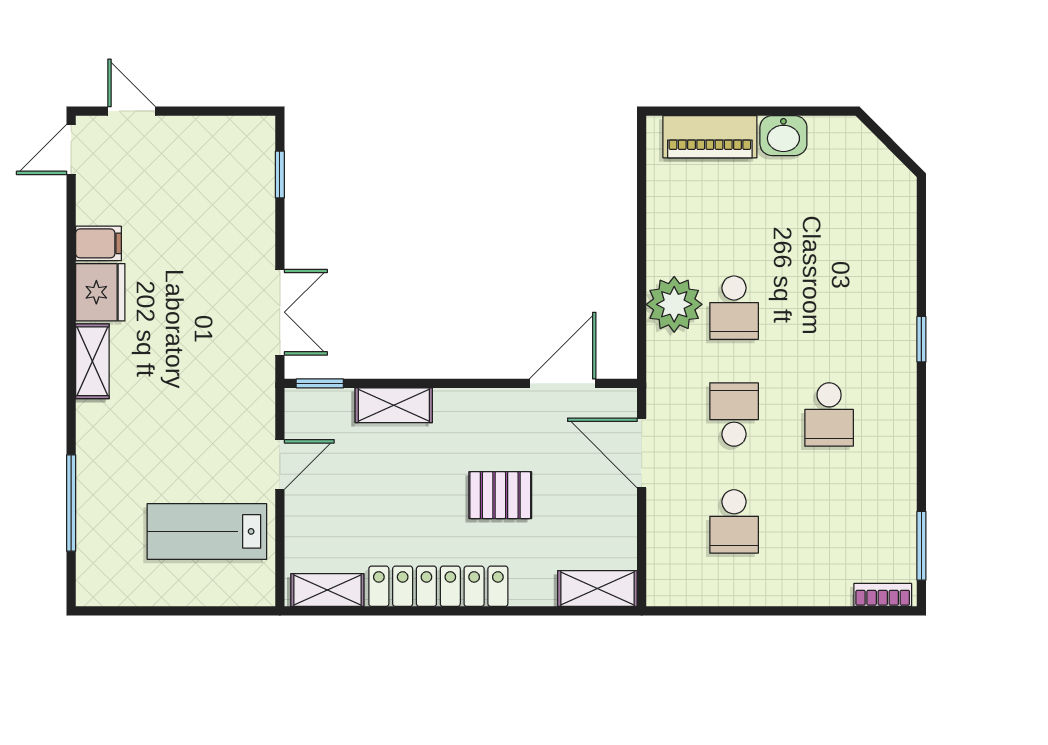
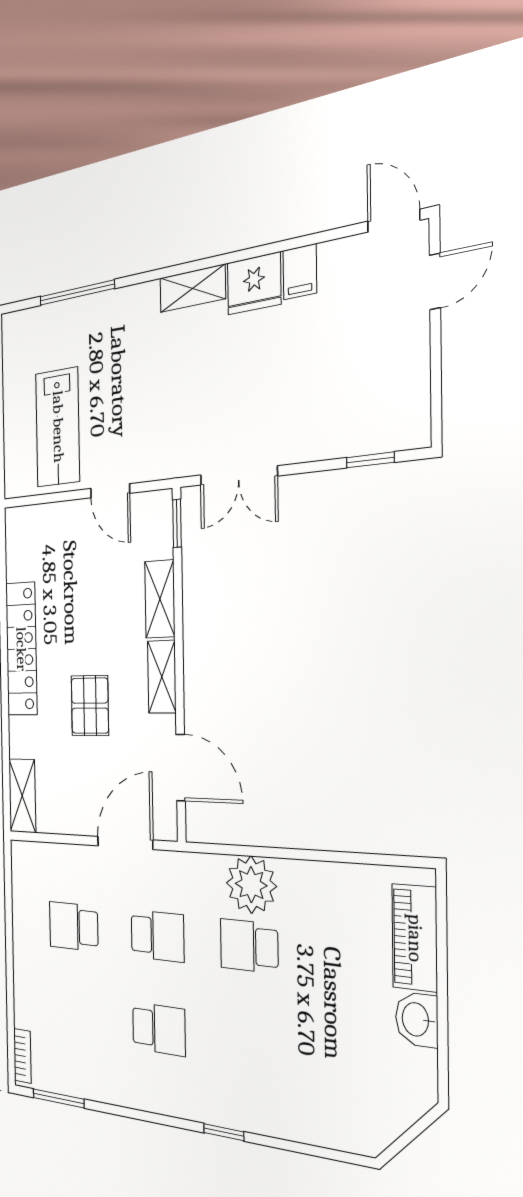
school desk: (829, 415) -> (159, 1029), turned 180
lab bench: (207, 531) -> (58, 427), turned 180
shelving: (327, 590) -> (162, 677), moved

